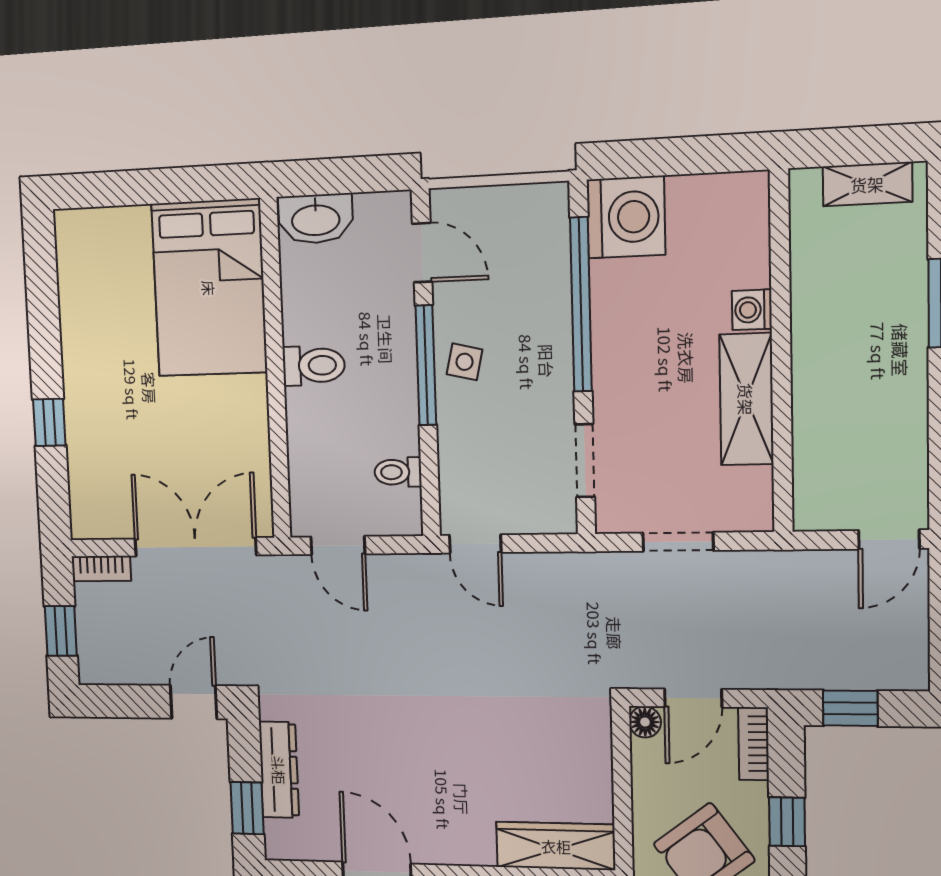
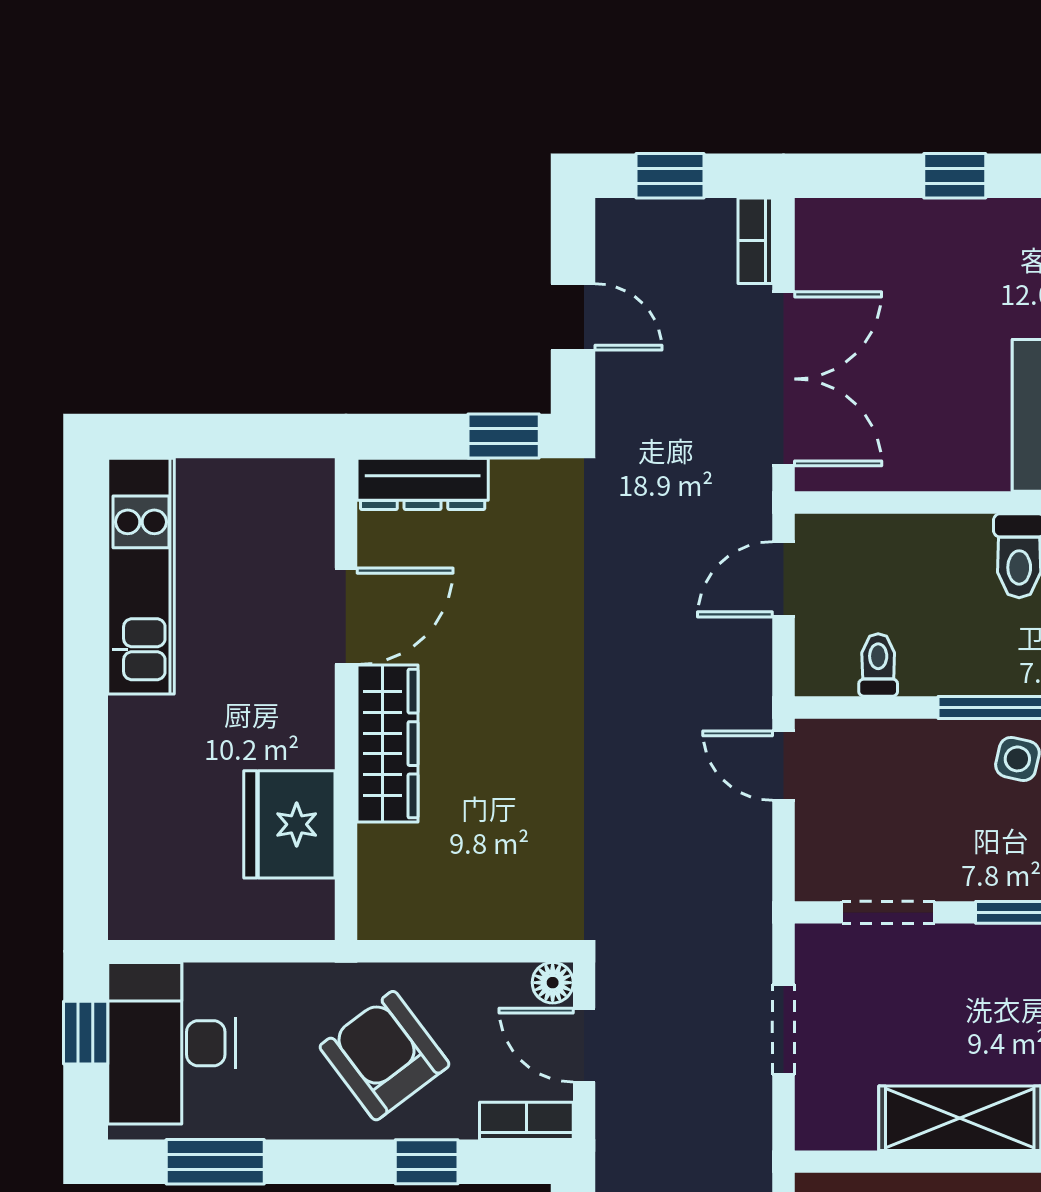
door: (475, 544) -> (784, 766), hinge flipped
door: (194, 702) -> (573, 317), moved
dresser: (279, 770) -> (423, 484), moved
window: (247, 808) -> (504, 436), moved
wardrobe: (556, 846) -> (387, 744), moved

